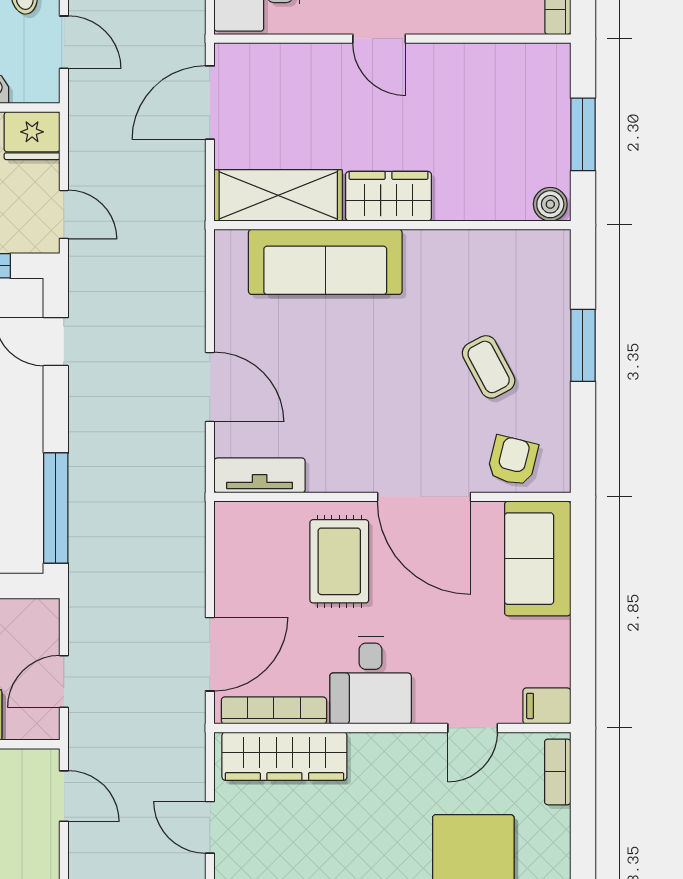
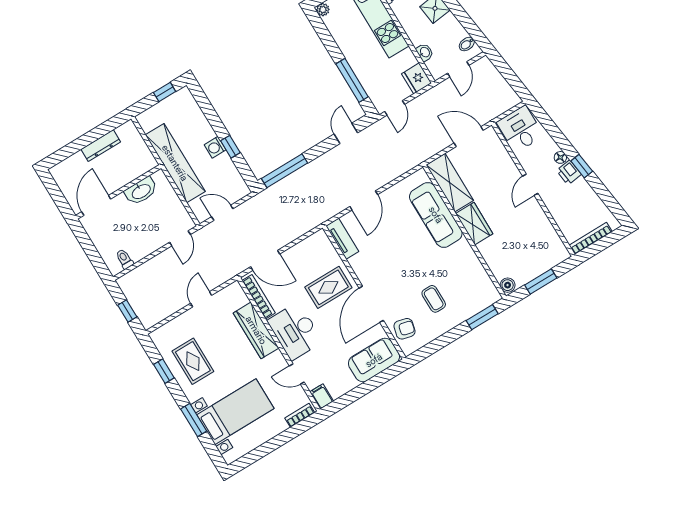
window: (583, 345) -> (482, 317), moved
coffee table: (489, 367) -> (434, 299), turned -62
desk: (371, 680) -> (295, 331), width x1.37
wardrobe: (284, 756) -> (256, 330), moved

